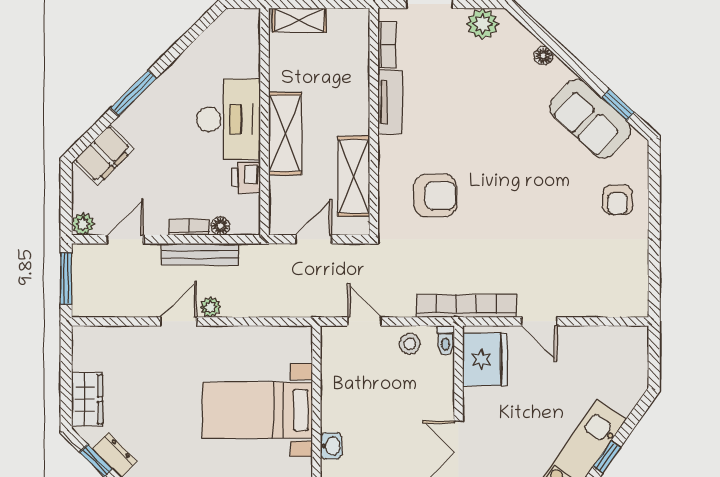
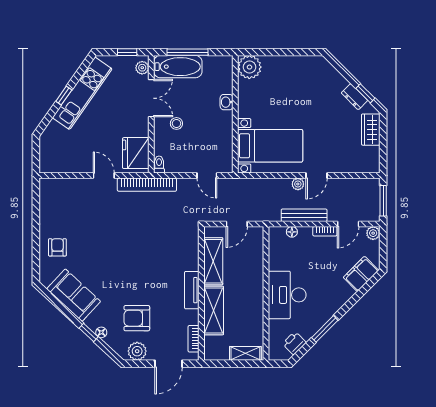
window: (133, 93) -> (325, 329), moved
tv unit: (390, 102) -> (192, 290), moved
window: (618, 105) -> (89, 332), moved
shelving: (285, 133) -> (214, 311), moved
printer: (246, 177) -> (294, 343), moved, turned -135
armchair: (435, 195) -> (137, 318), moved
bookcase: (189, 227) -> (325, 231), moved
stool: (410, 344) -> (176, 123), moved
bed with nightstands: (257, 410) -> (270, 146), moved

